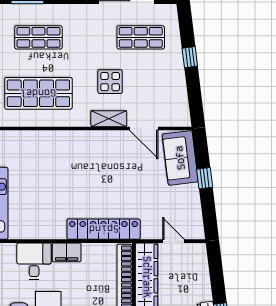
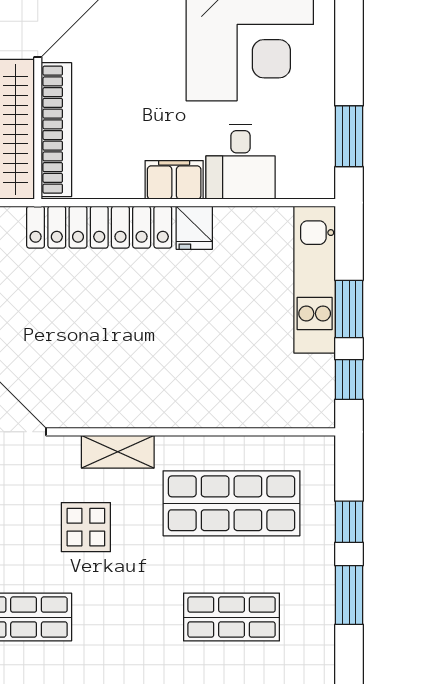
shelving: (109, 119) -> (118, 452), moved
fridge: (57, 229) -> (194, 228), added

